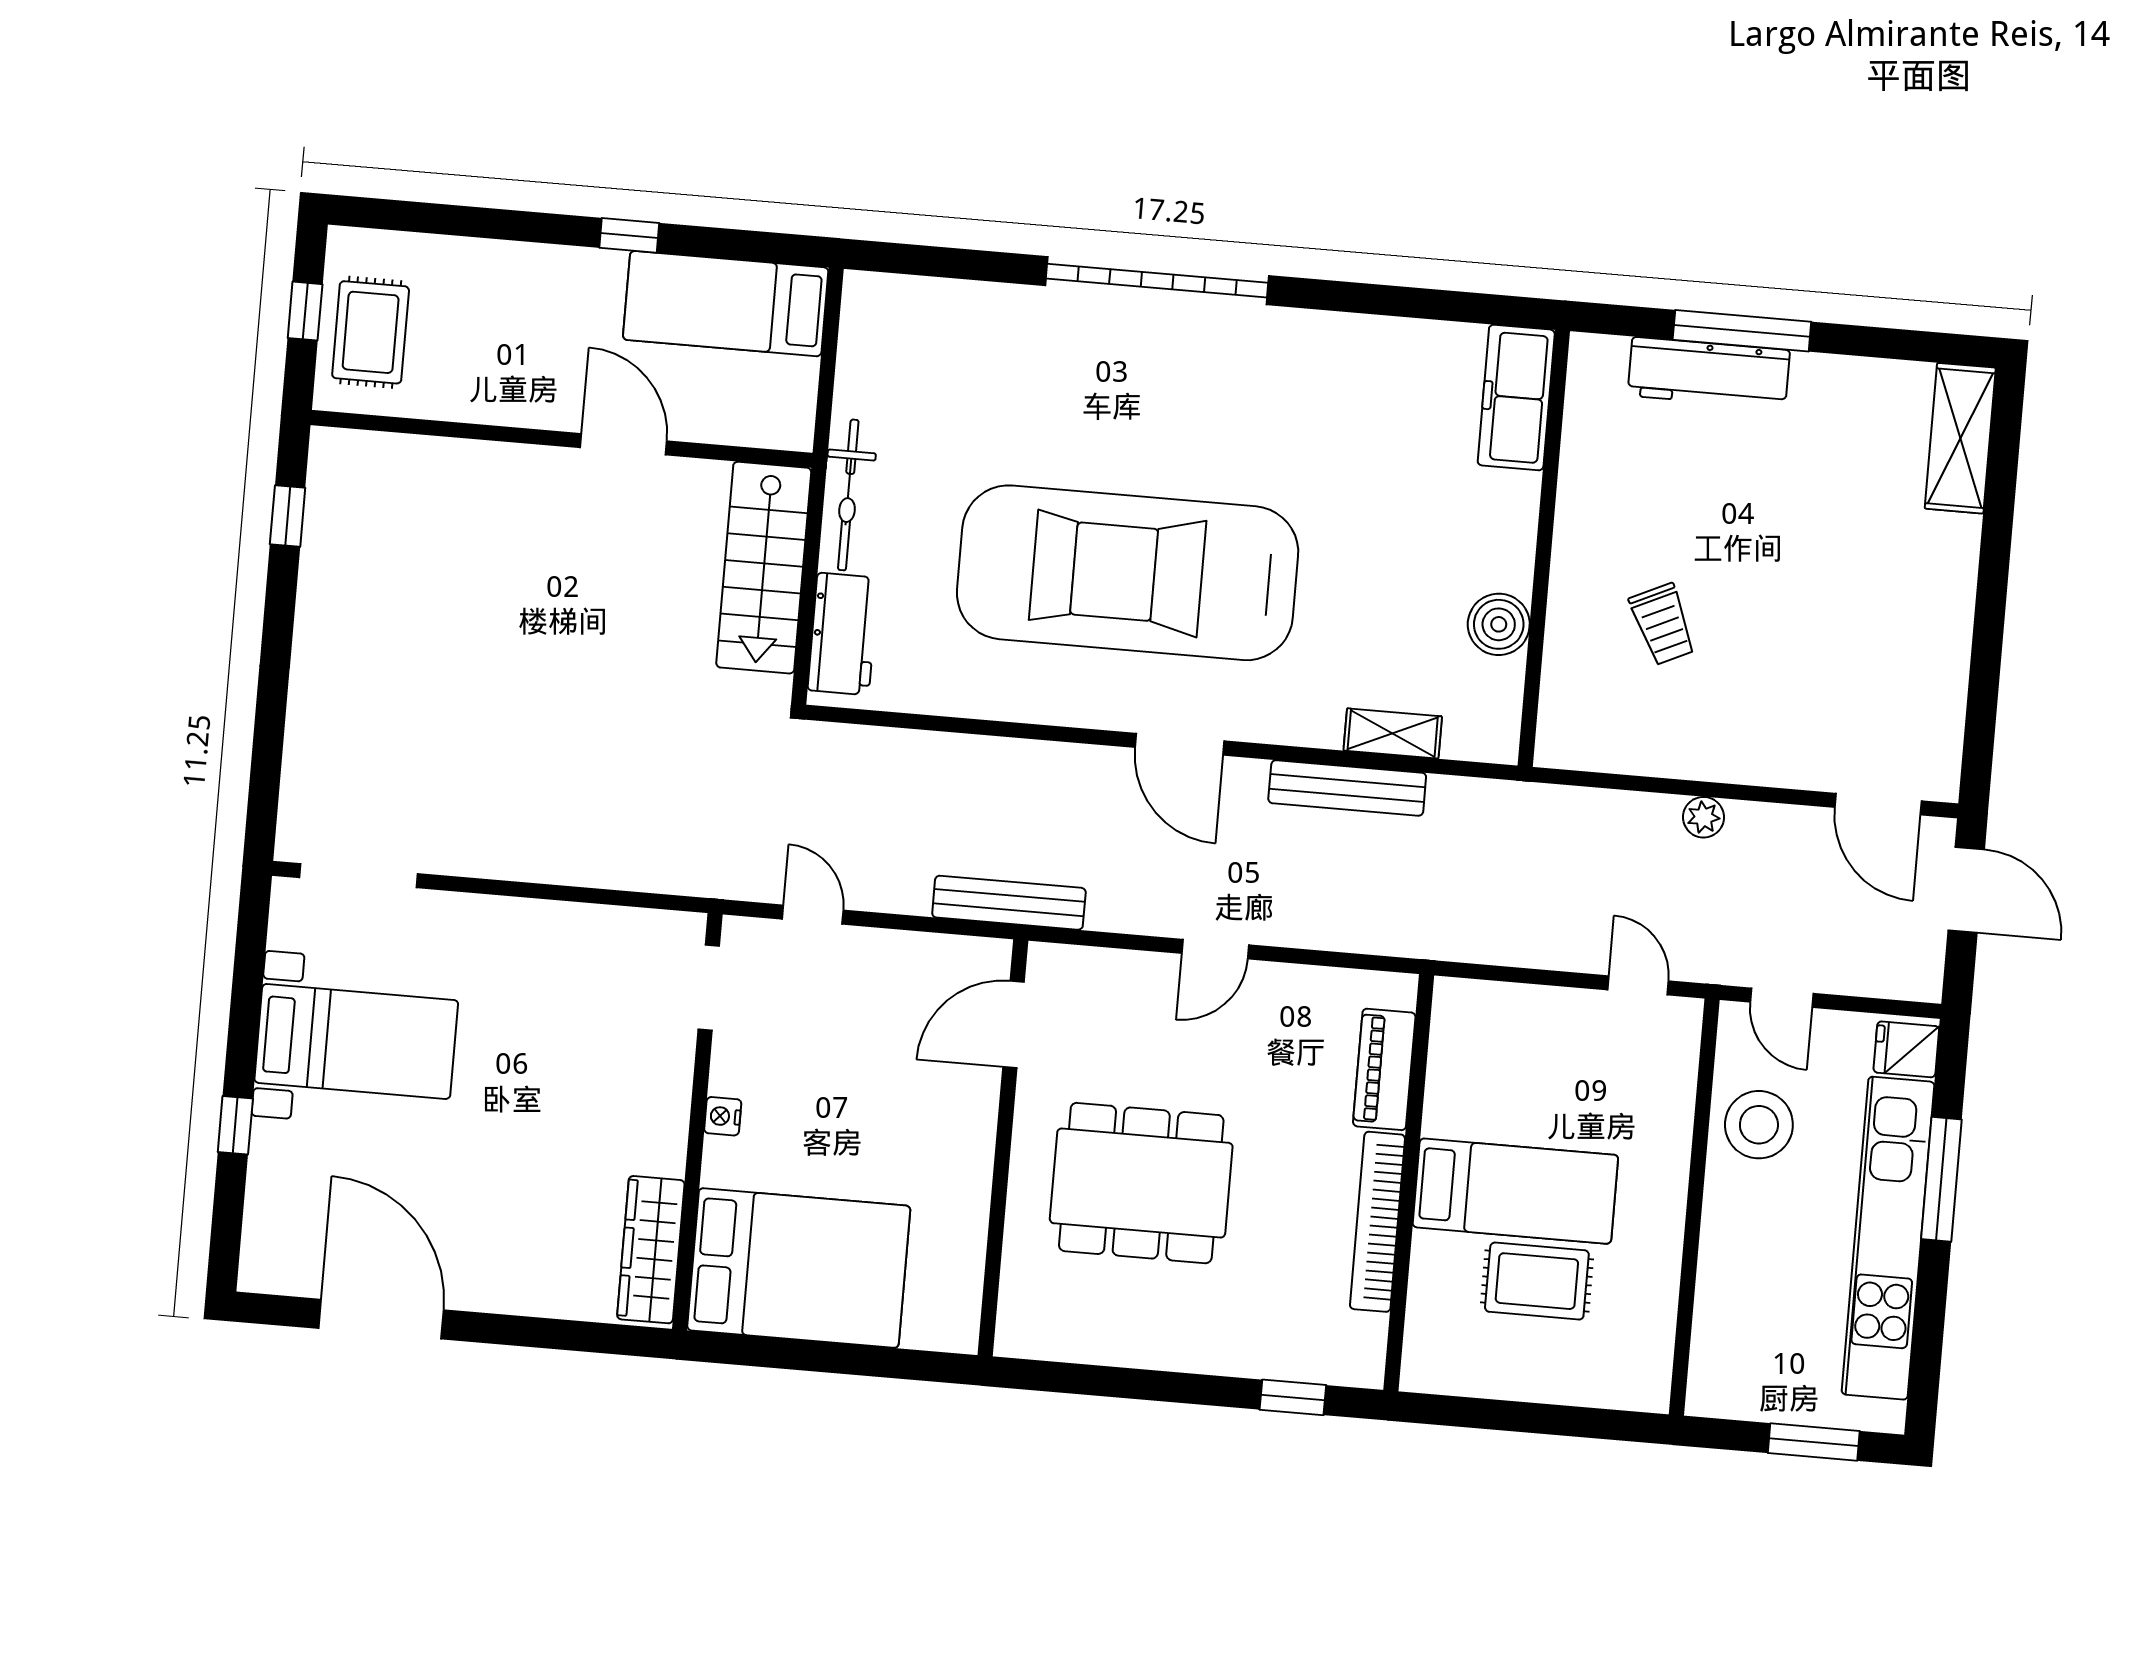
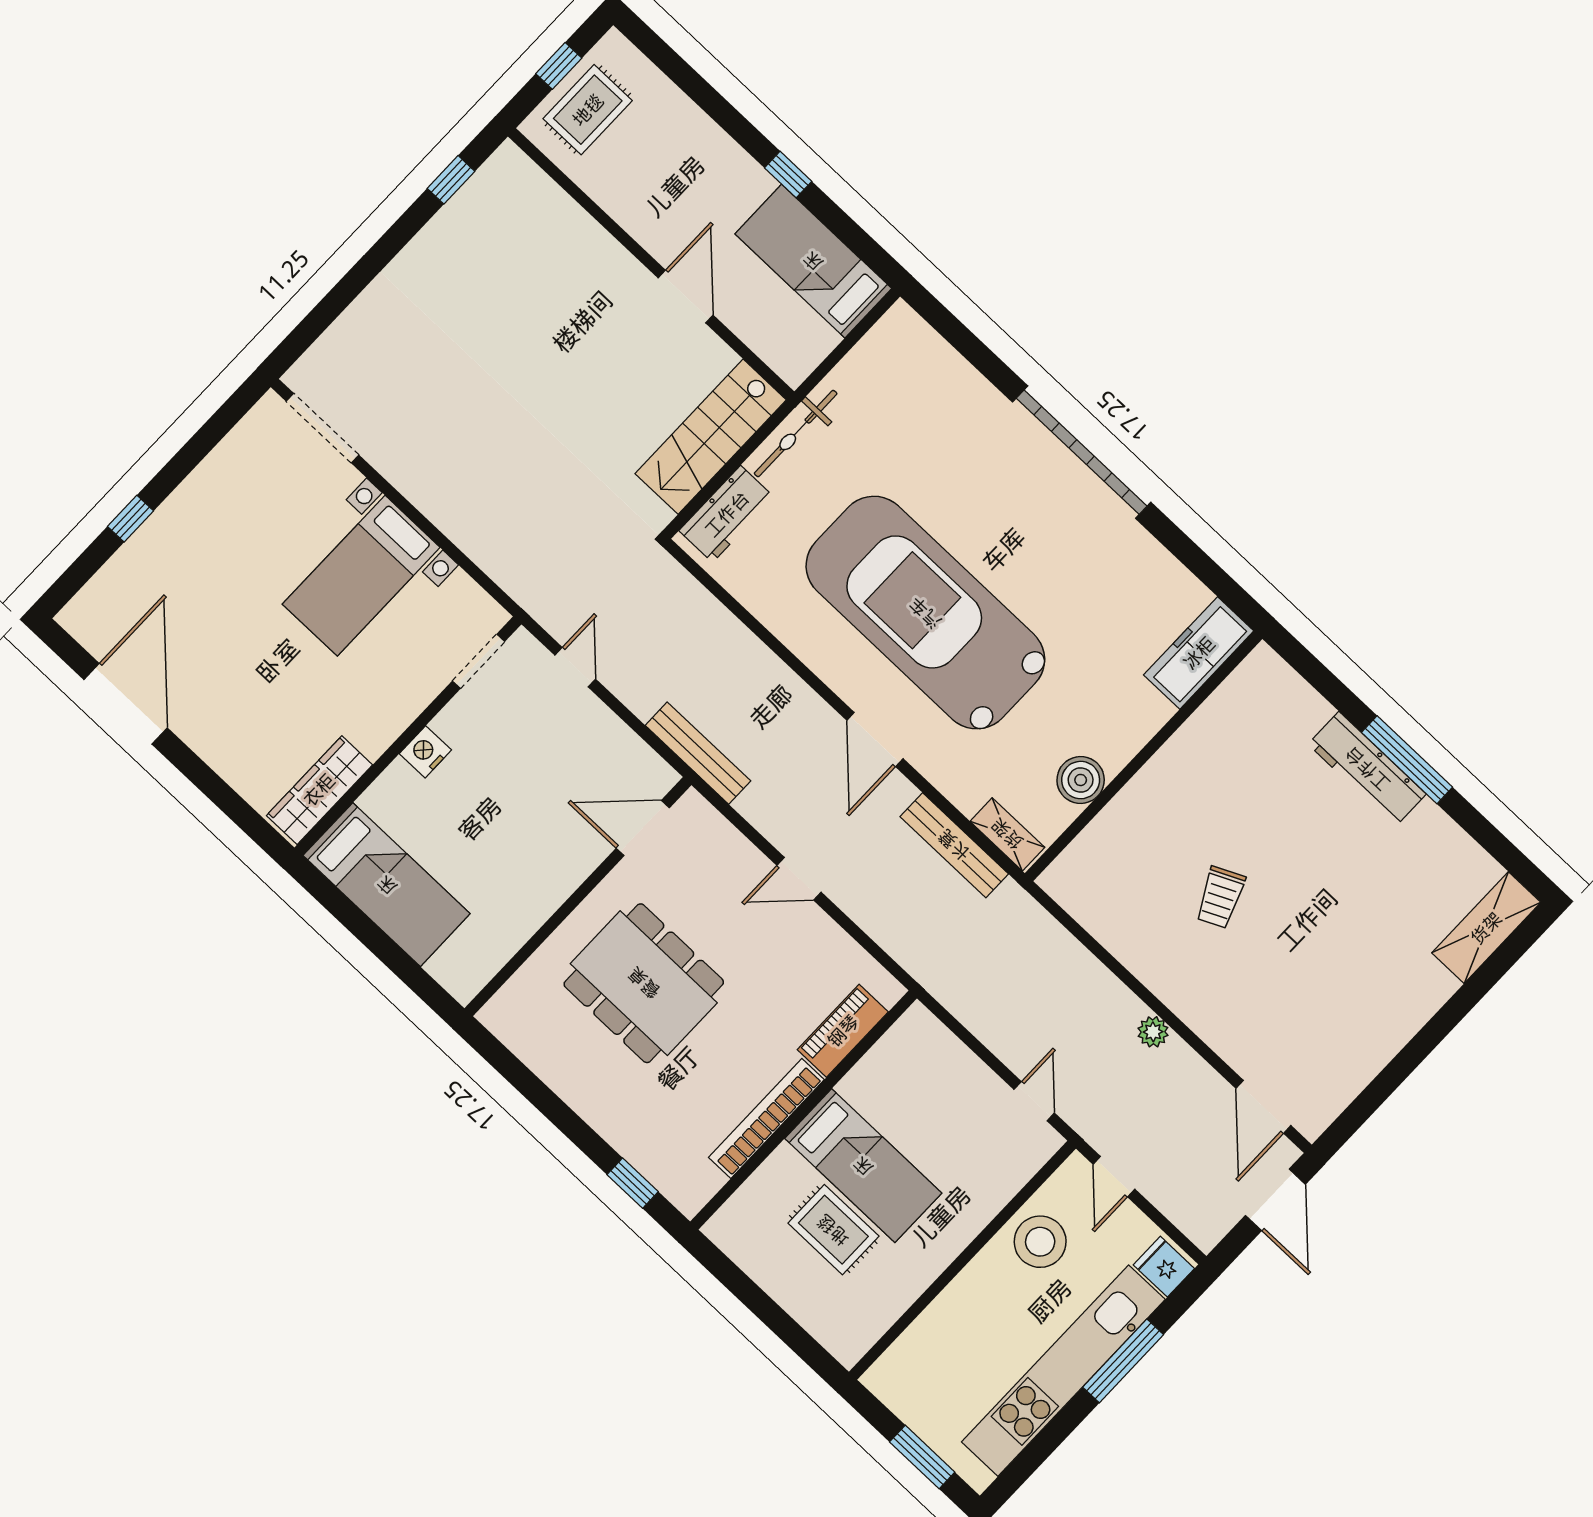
freezer: (1516, 397) -> (1199, 653), moved
wall: (1544, 548) -> (1144, 756), moved
boiler: (1499, 624) -> (1081, 780), moved
bed with nightstands: (356, 1041) -> (361, 576), moved, turned 90
nightstand: (723, 1116) -> (425, 752), width x1.39, depth x1.35
bed: (799, 1268) -> (387, 885), width x0.67

